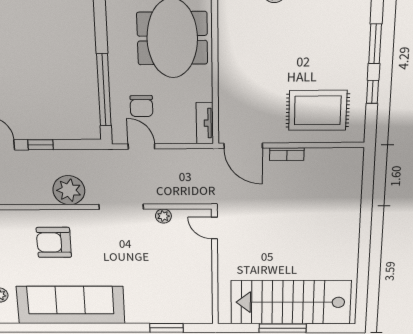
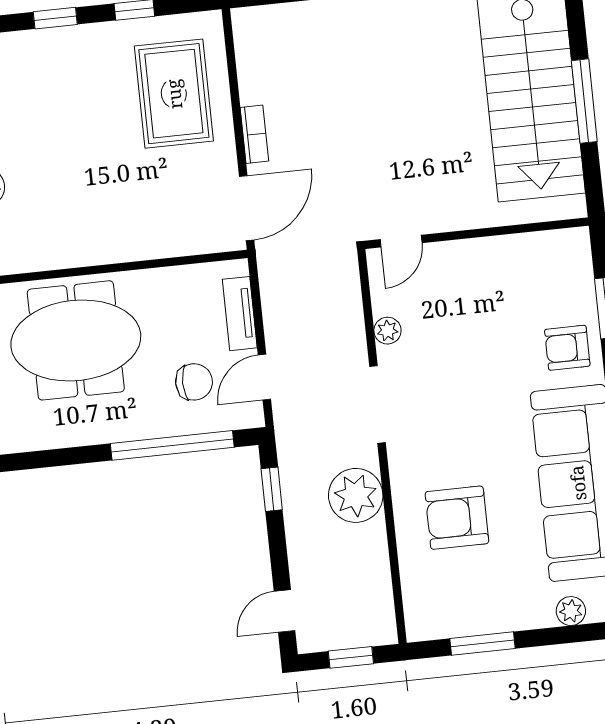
window: (375, 44) -> (55, 18), width x0.67
tv unit: (205, 123) -> (240, 314), moved, turned 90
window: (41, 145) -> (272, 489), moved
armchair: (54, 242) -> (457, 518), turned 90
armchair: (146, 307) -> (567, 348), added

